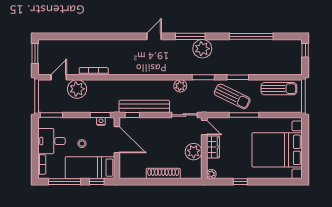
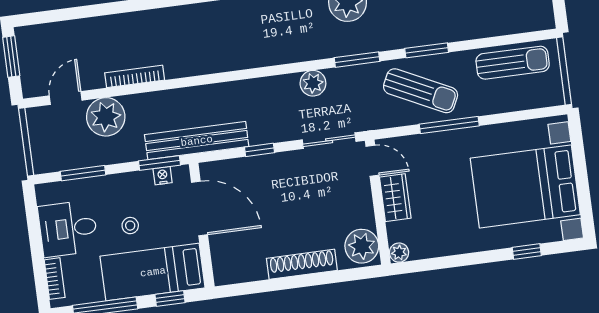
bench: (144, 106) -> (197, 141), moved
window: (51, 115) -> (83, 173), moved
window: (132, 115) -> (259, 150), moved
plant: (194, 152) -> (362, 246), moved
window: (240, 182) -> (527, 251), moved

